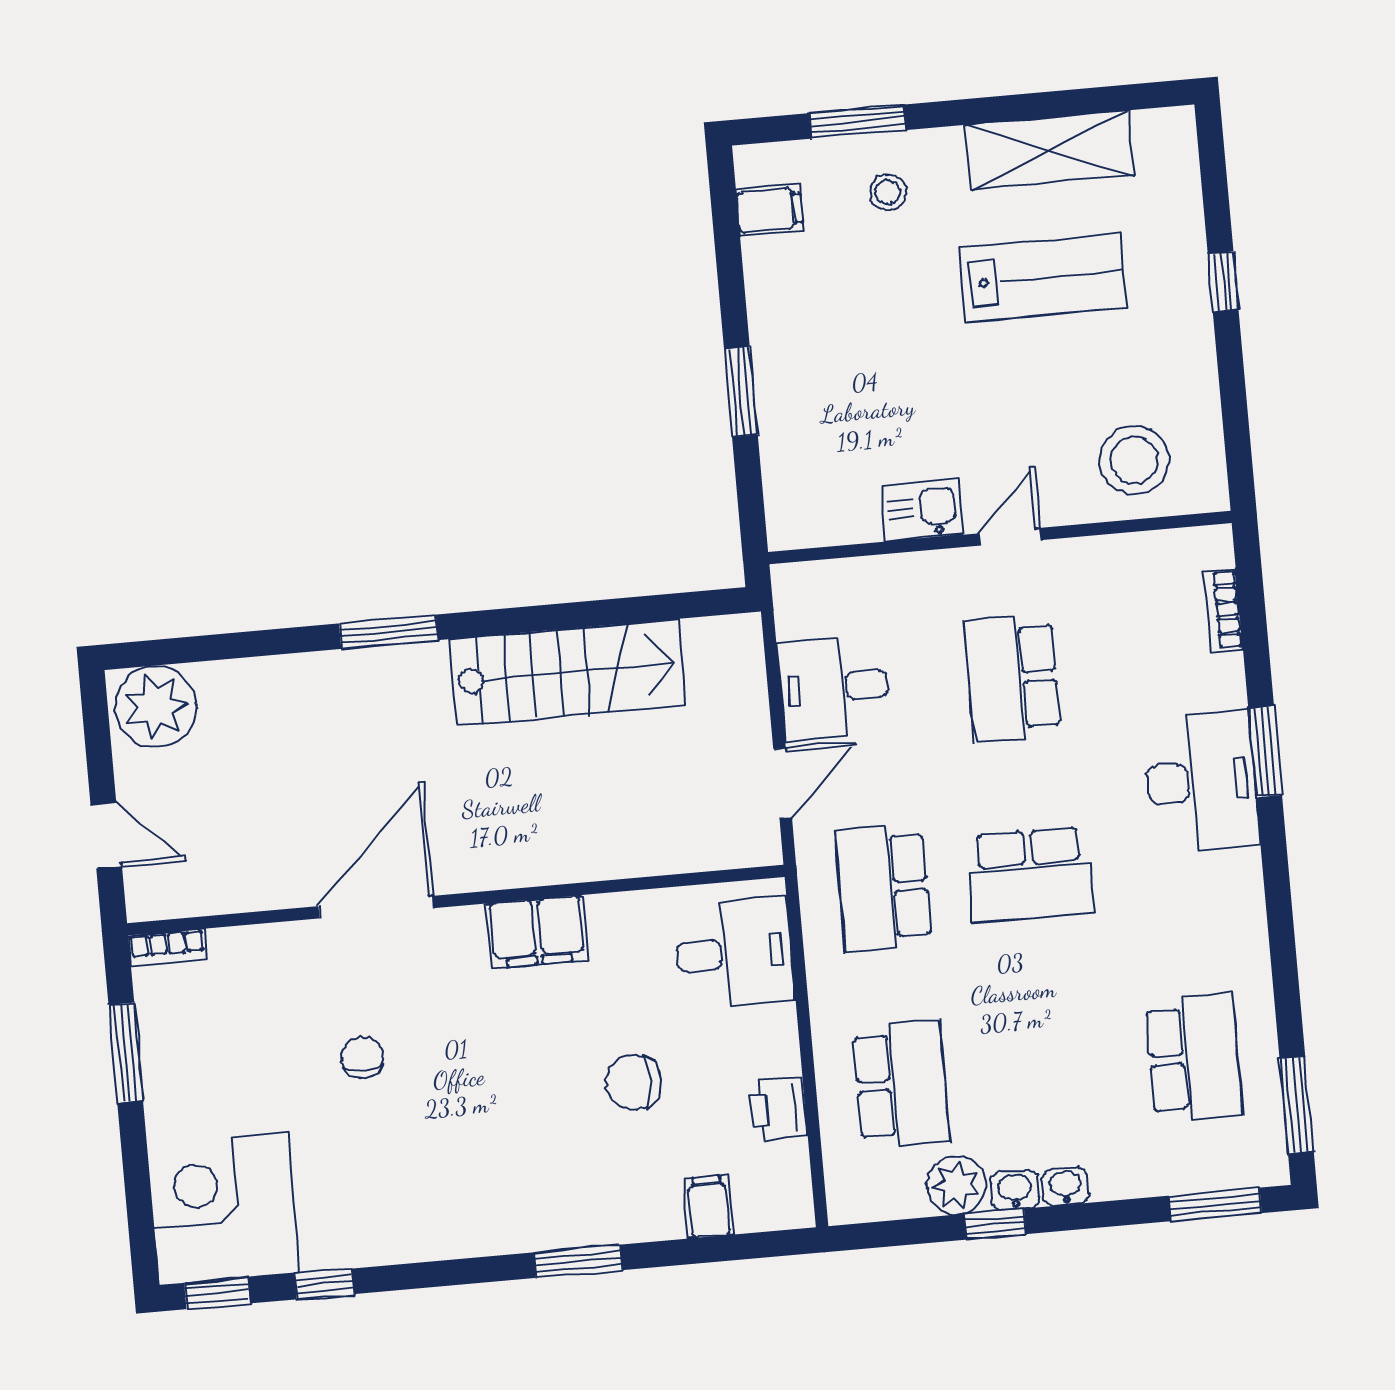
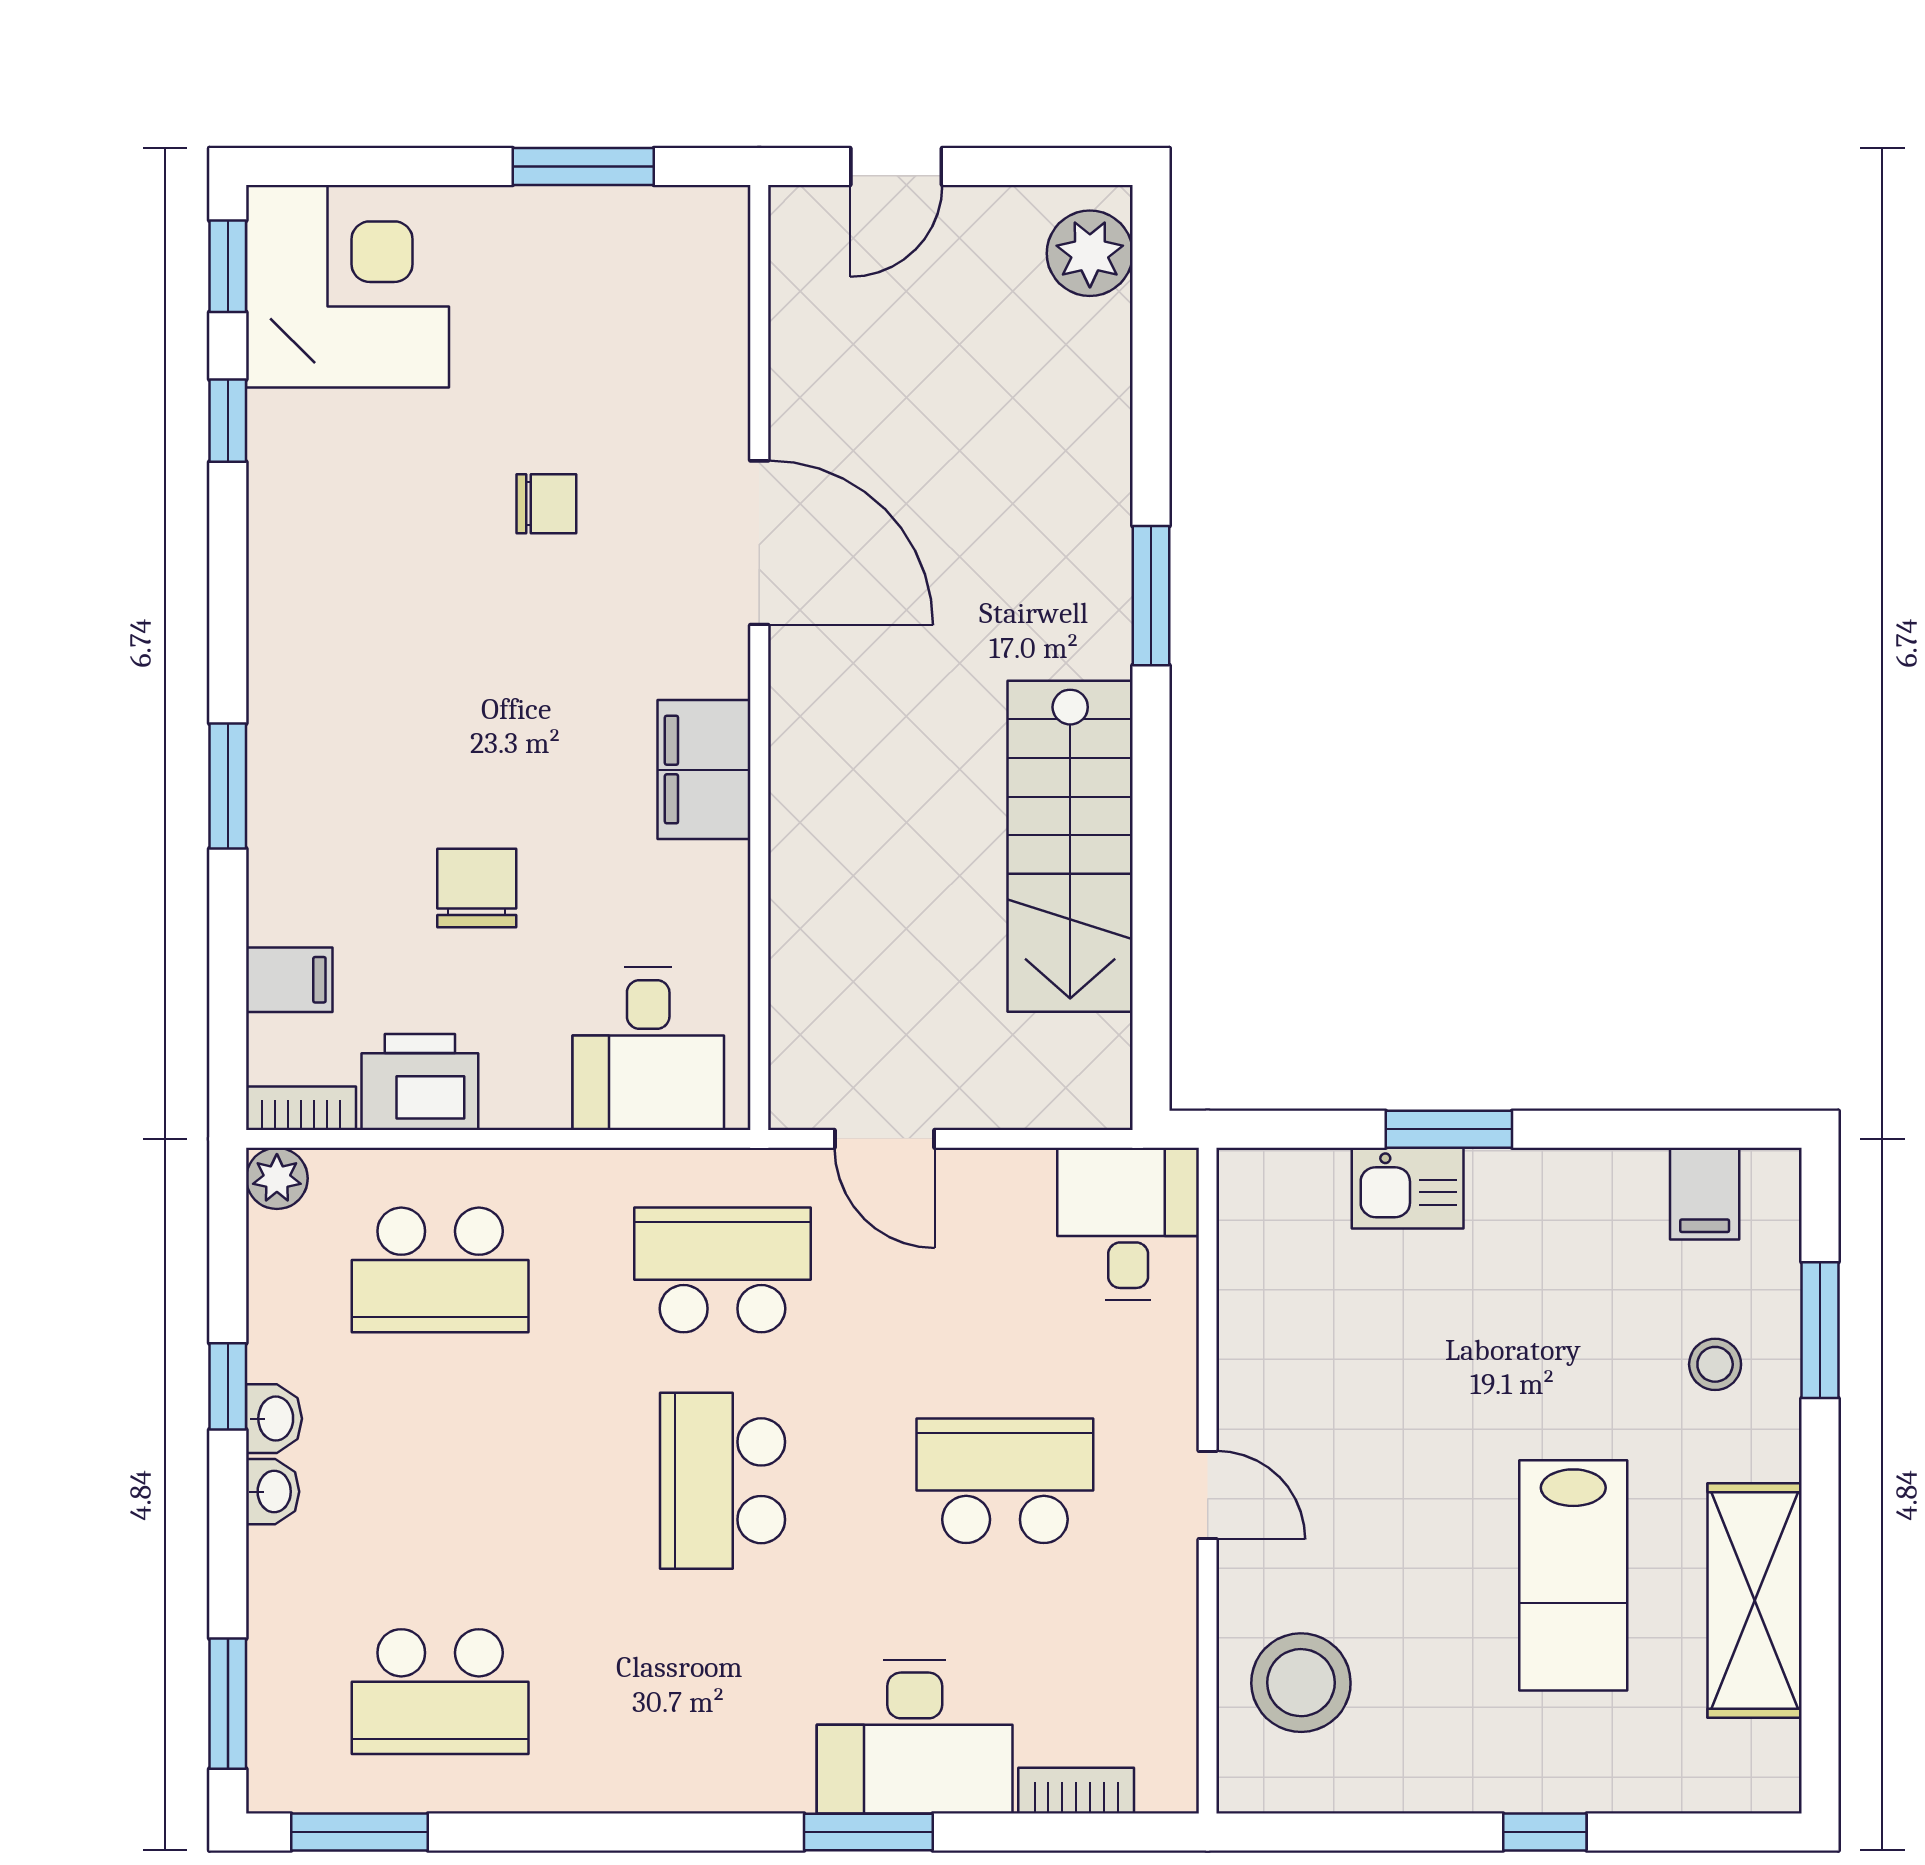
kitchen sink: (922, 510) -> (1408, 1188), moved, turned 90
desk: (834, 688) -> (1128, 1224), moved
plant: (156, 706) -> (1090, 253), width x0.73, depth x0.73
desk: (1201, 781) -> (915, 1737), moved
bookcase: (167, 947) -> (301, 1108), moved, turned 90
printer: (778, 1109) -> (420, 1082), width x1.36, depth x1.24
plant: (956, 1185) -> (277, 1178), moved, width x0.73, depth x0.73

